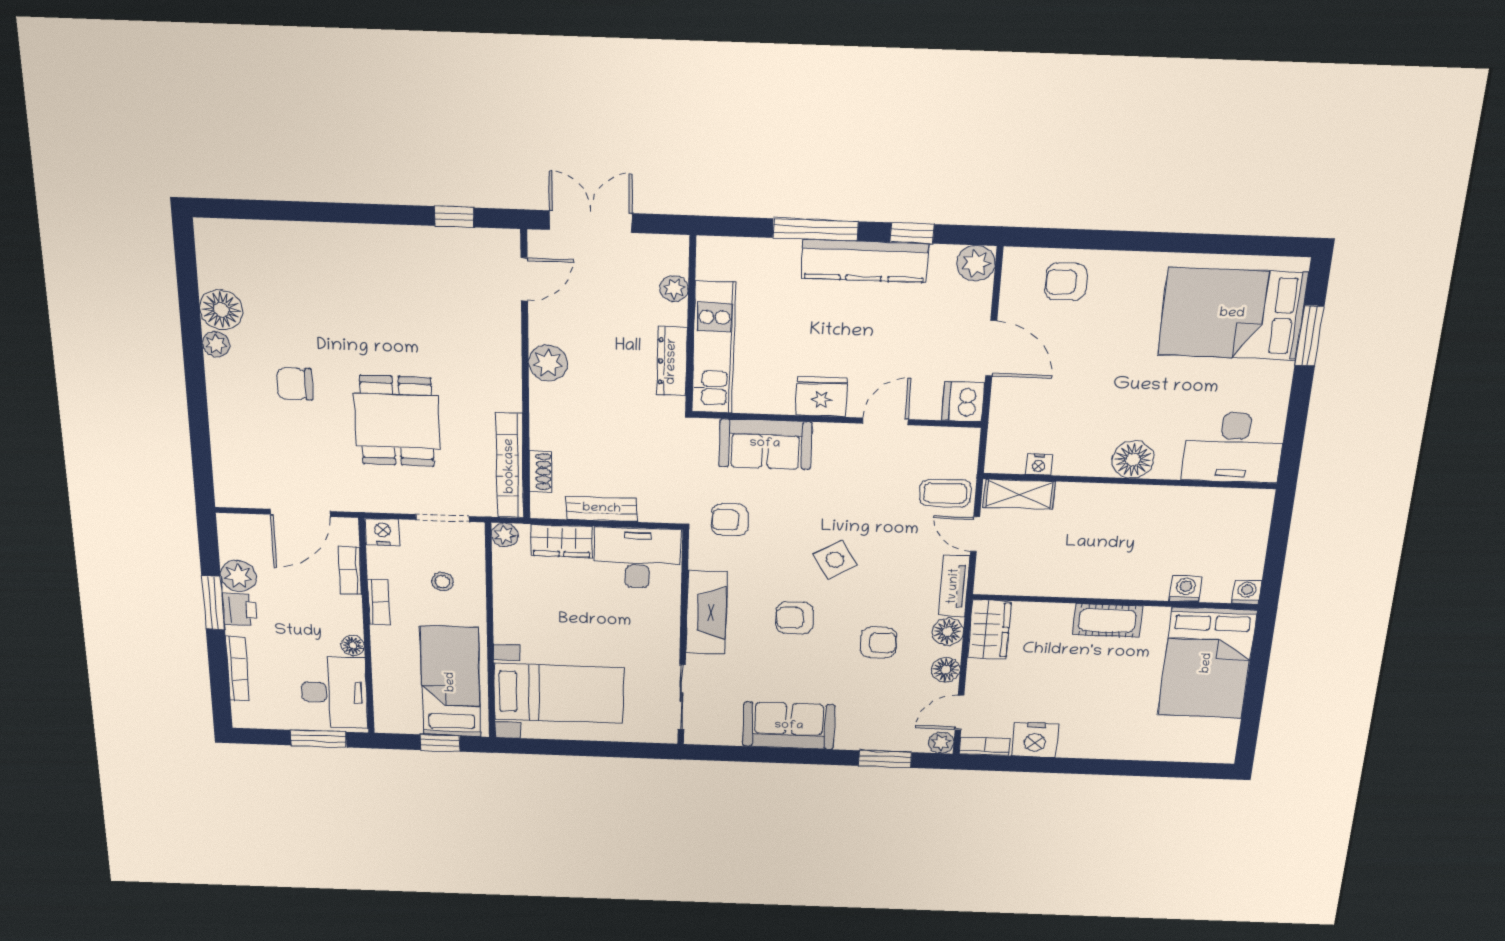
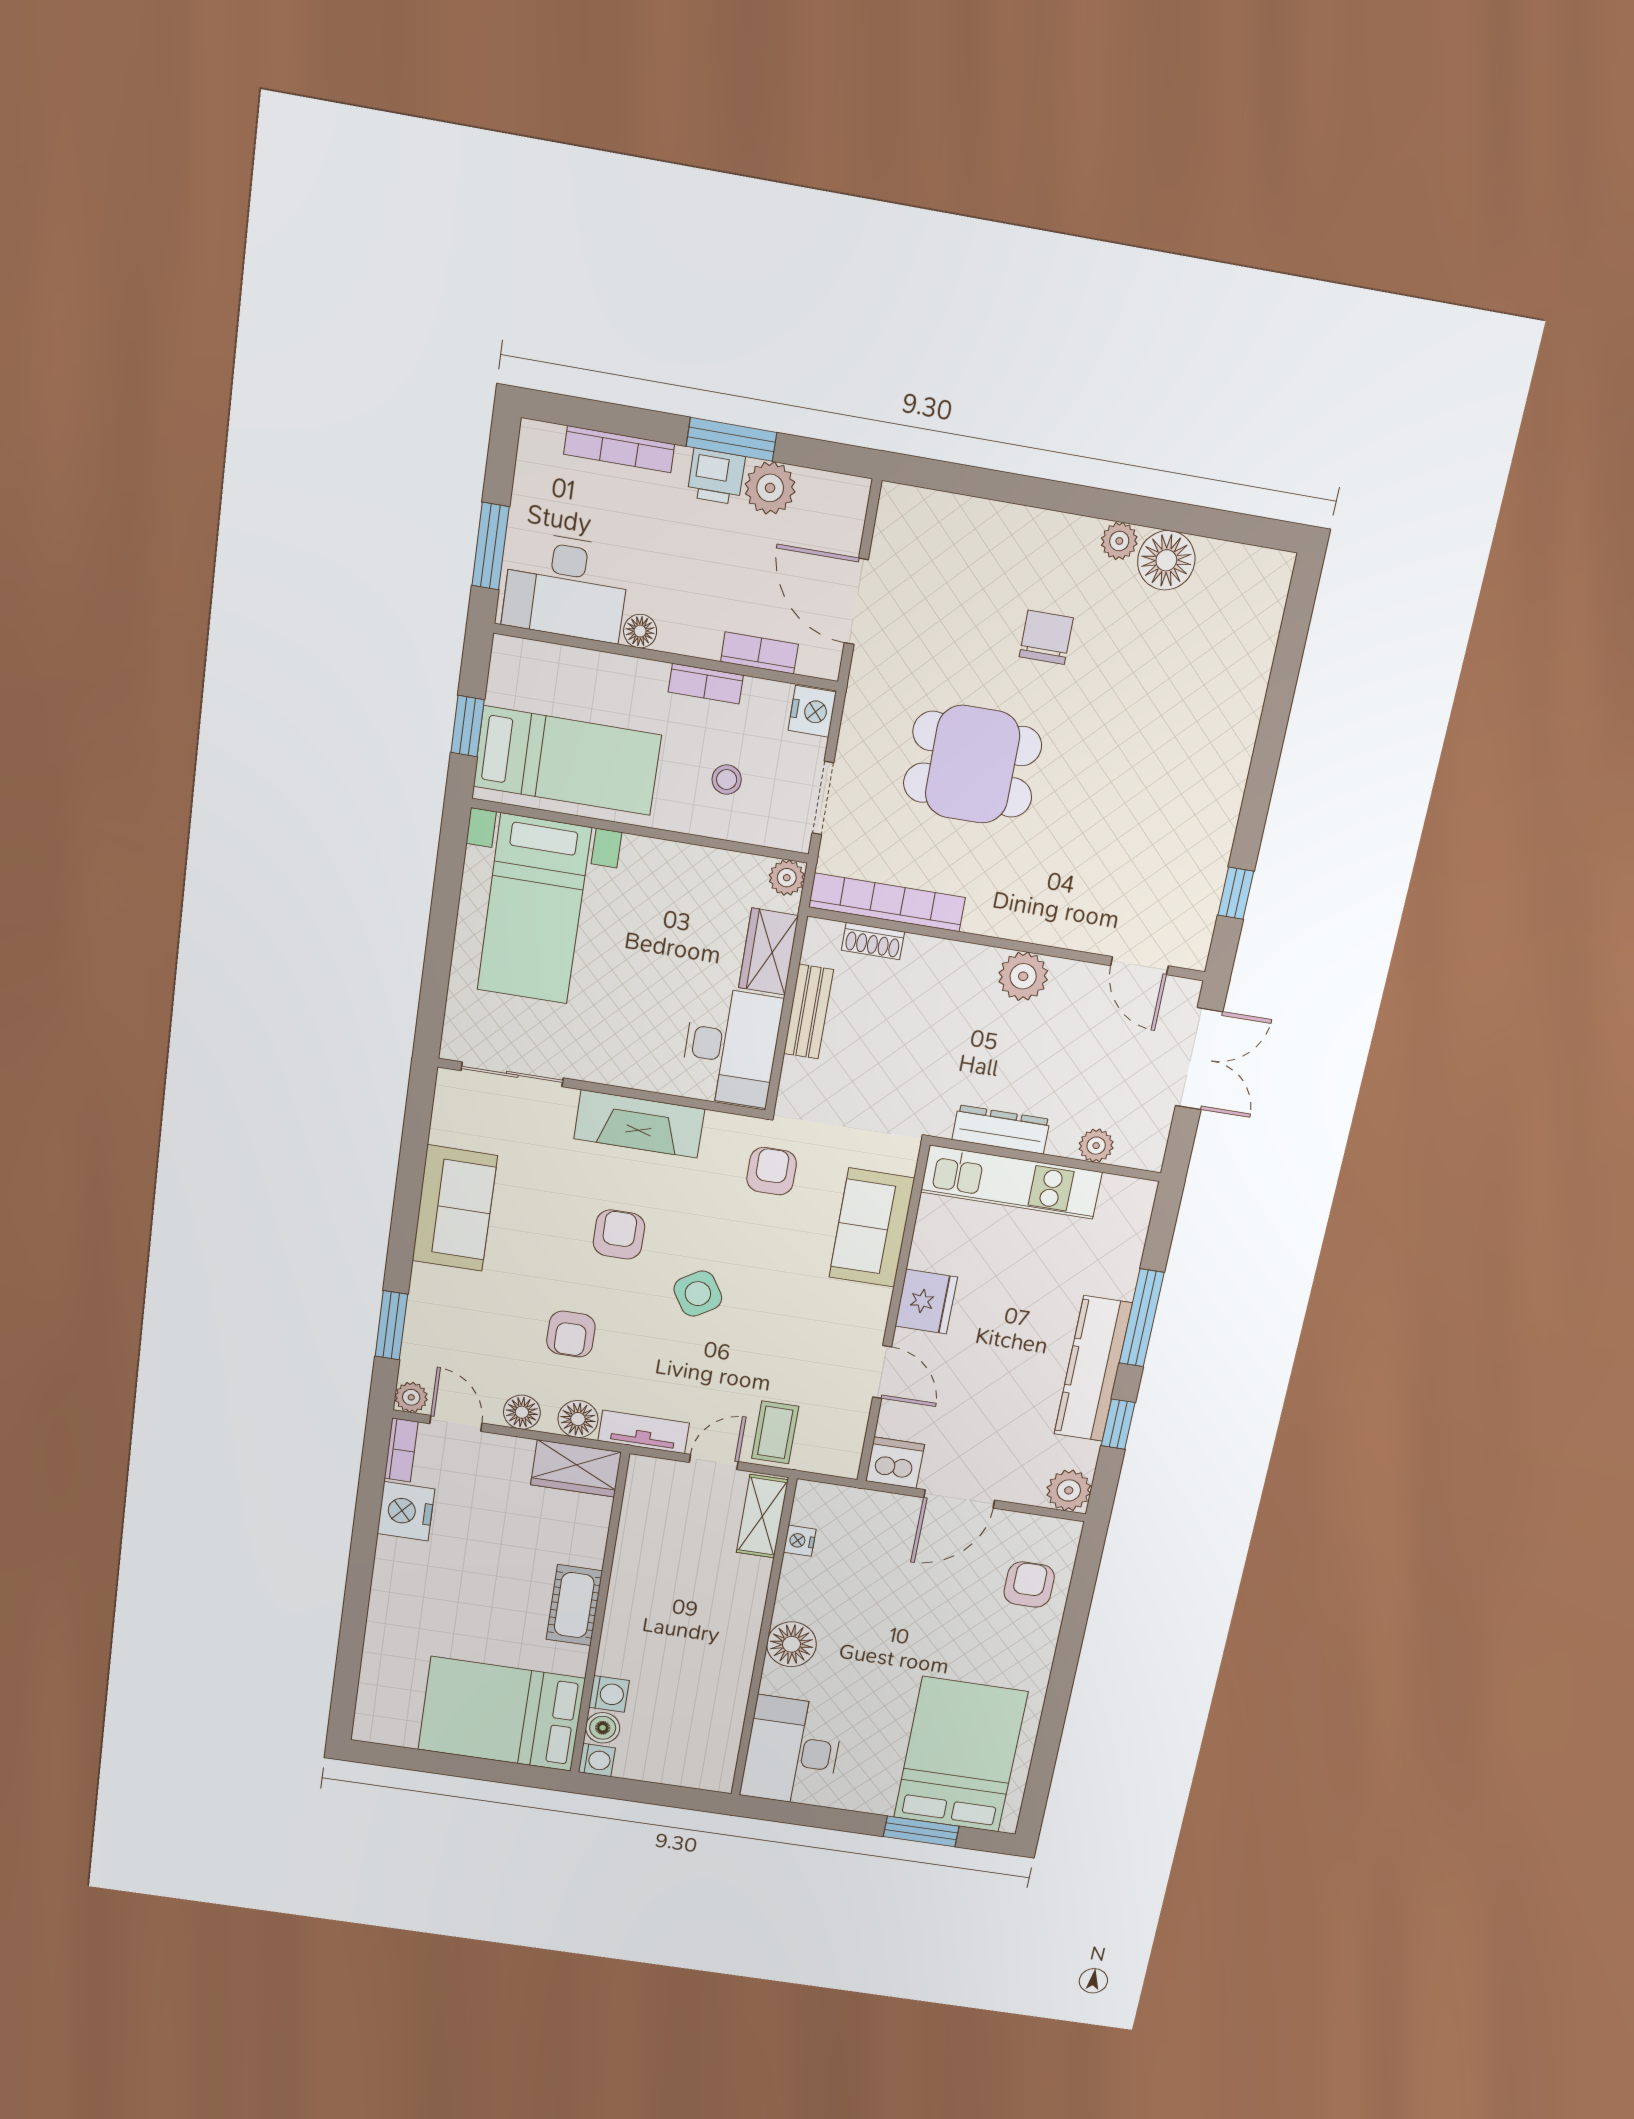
boiler: (1217, 591) -> (603, 1728), added

